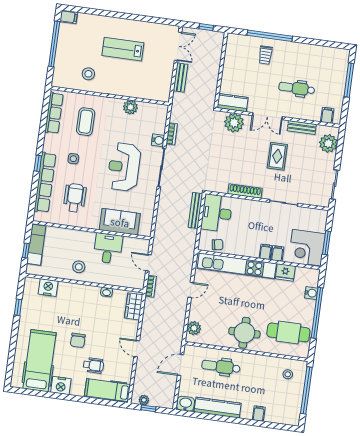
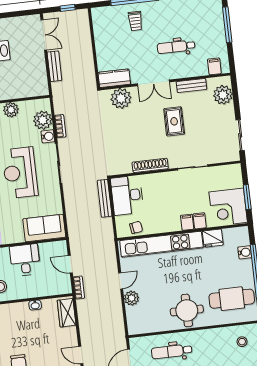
plant: (157, 124) -> (43, 120), added
sofa: (120, 222) -> (44, 228), moved
plant: (194, 328) -> (132, 298), moved

